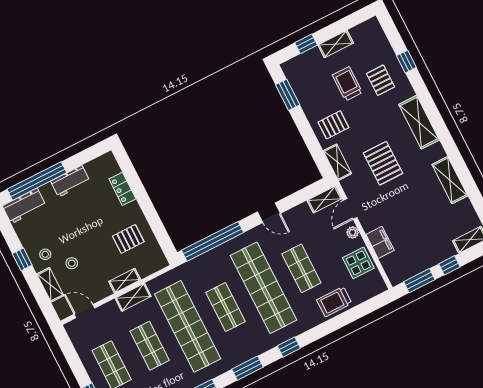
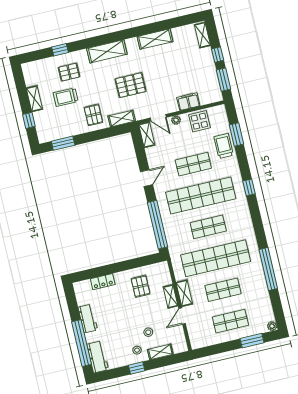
trolley: (334, 302) -> (224, 146), turned 180
door: (84, 311) -> (182, 316), moved
window: (248, 368) -> (236, 135), moved

